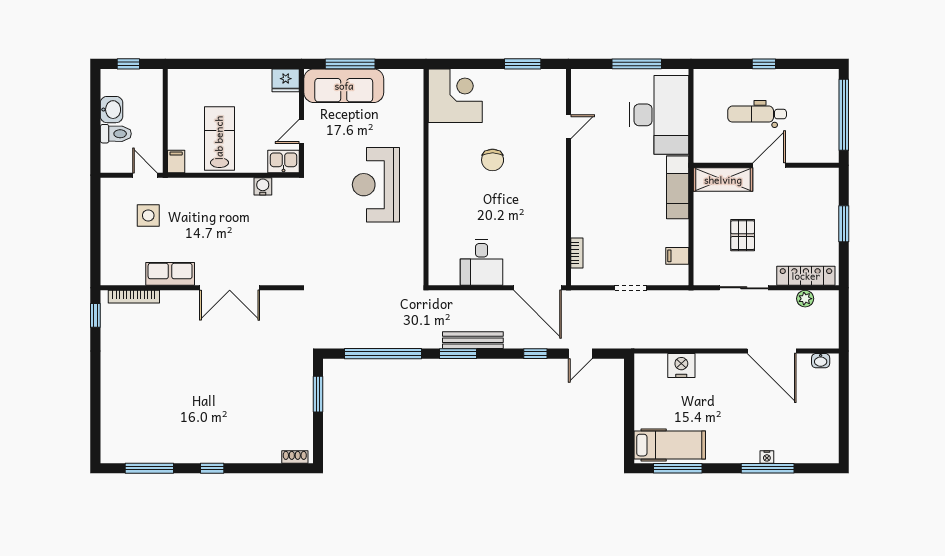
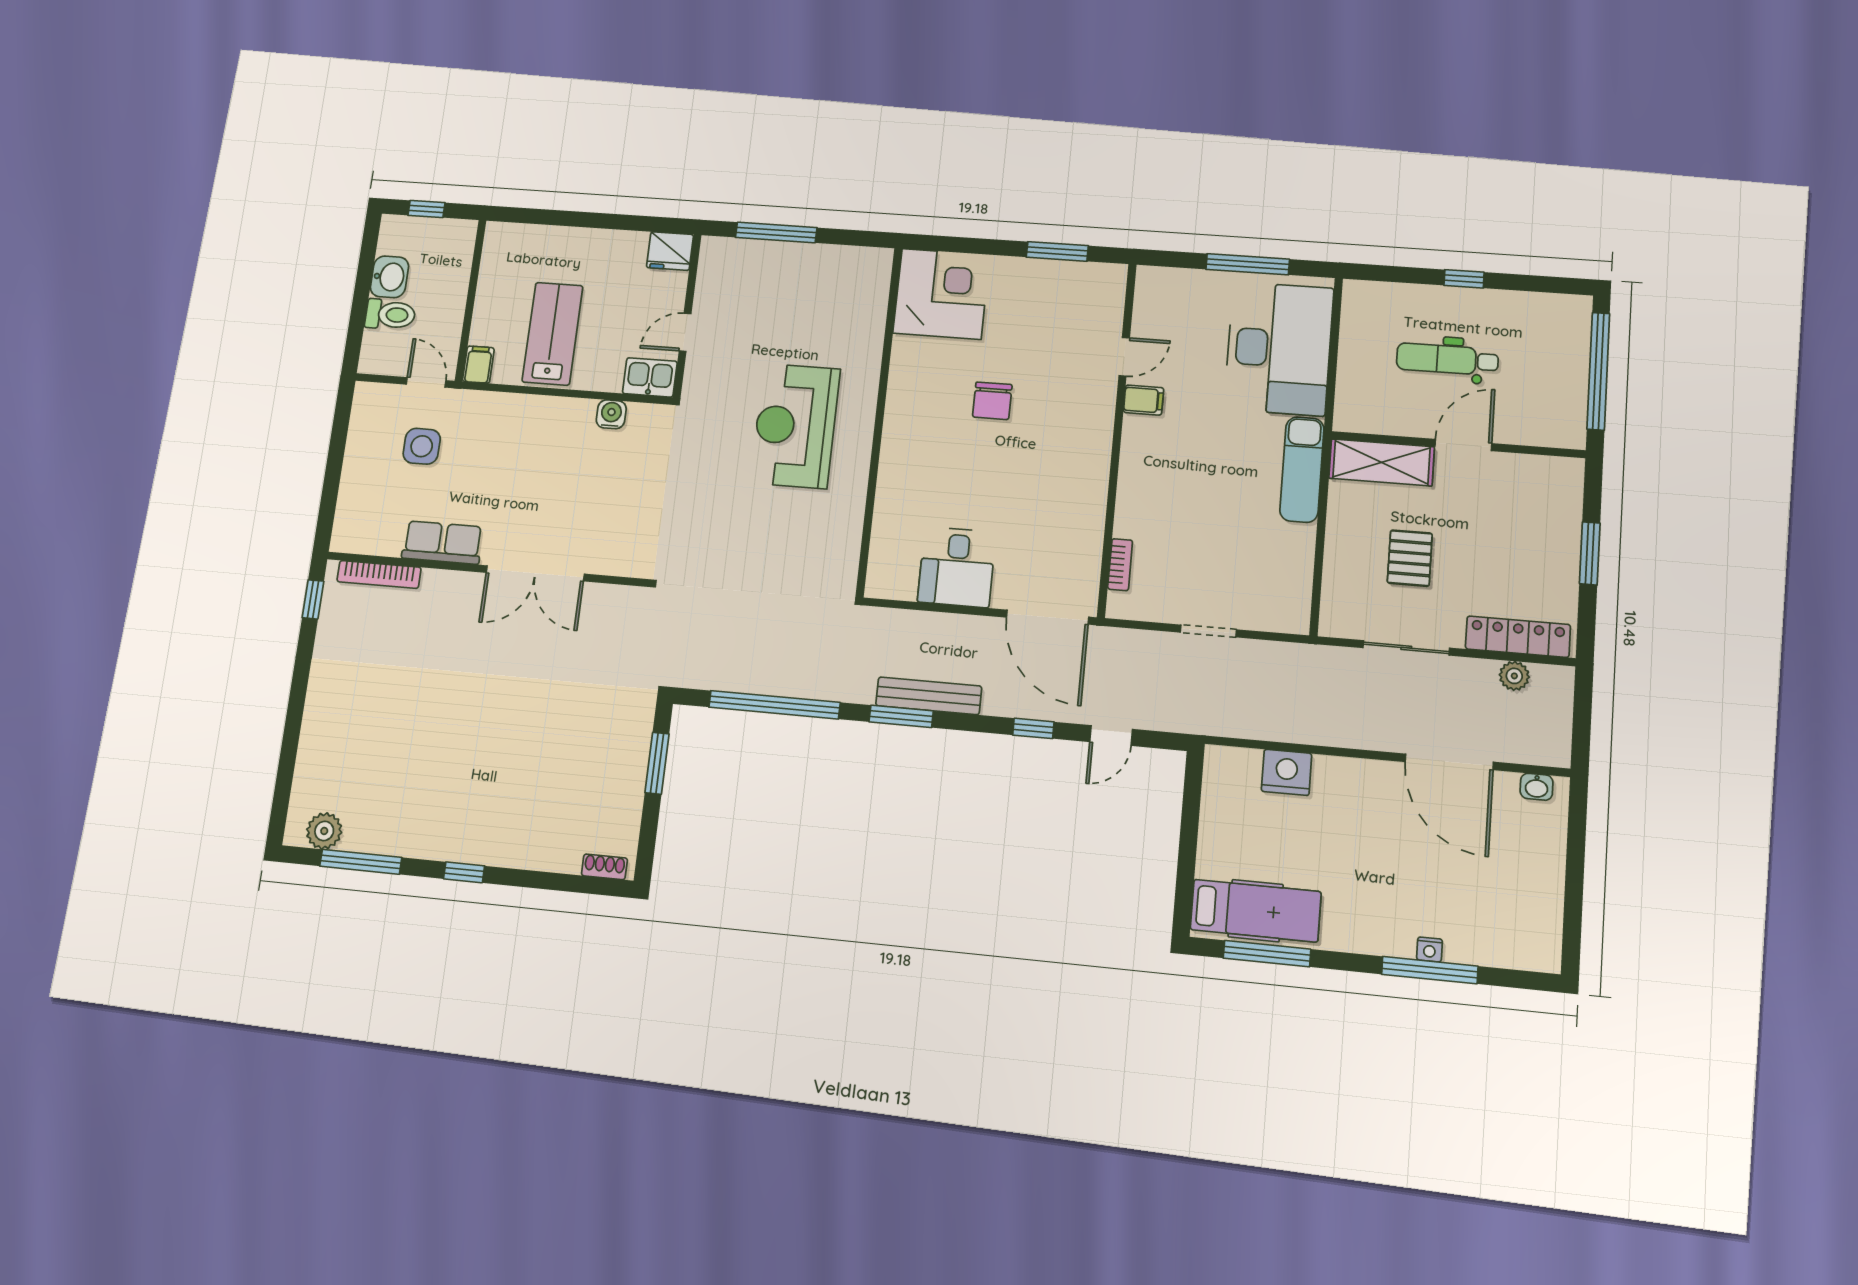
sofa: (344, 86) -> (762, 266), removed
filing cabinet: (677, 256) -> (1144, 400), moved, turned 180
plant: (124, 452) -> (324, 831), added

